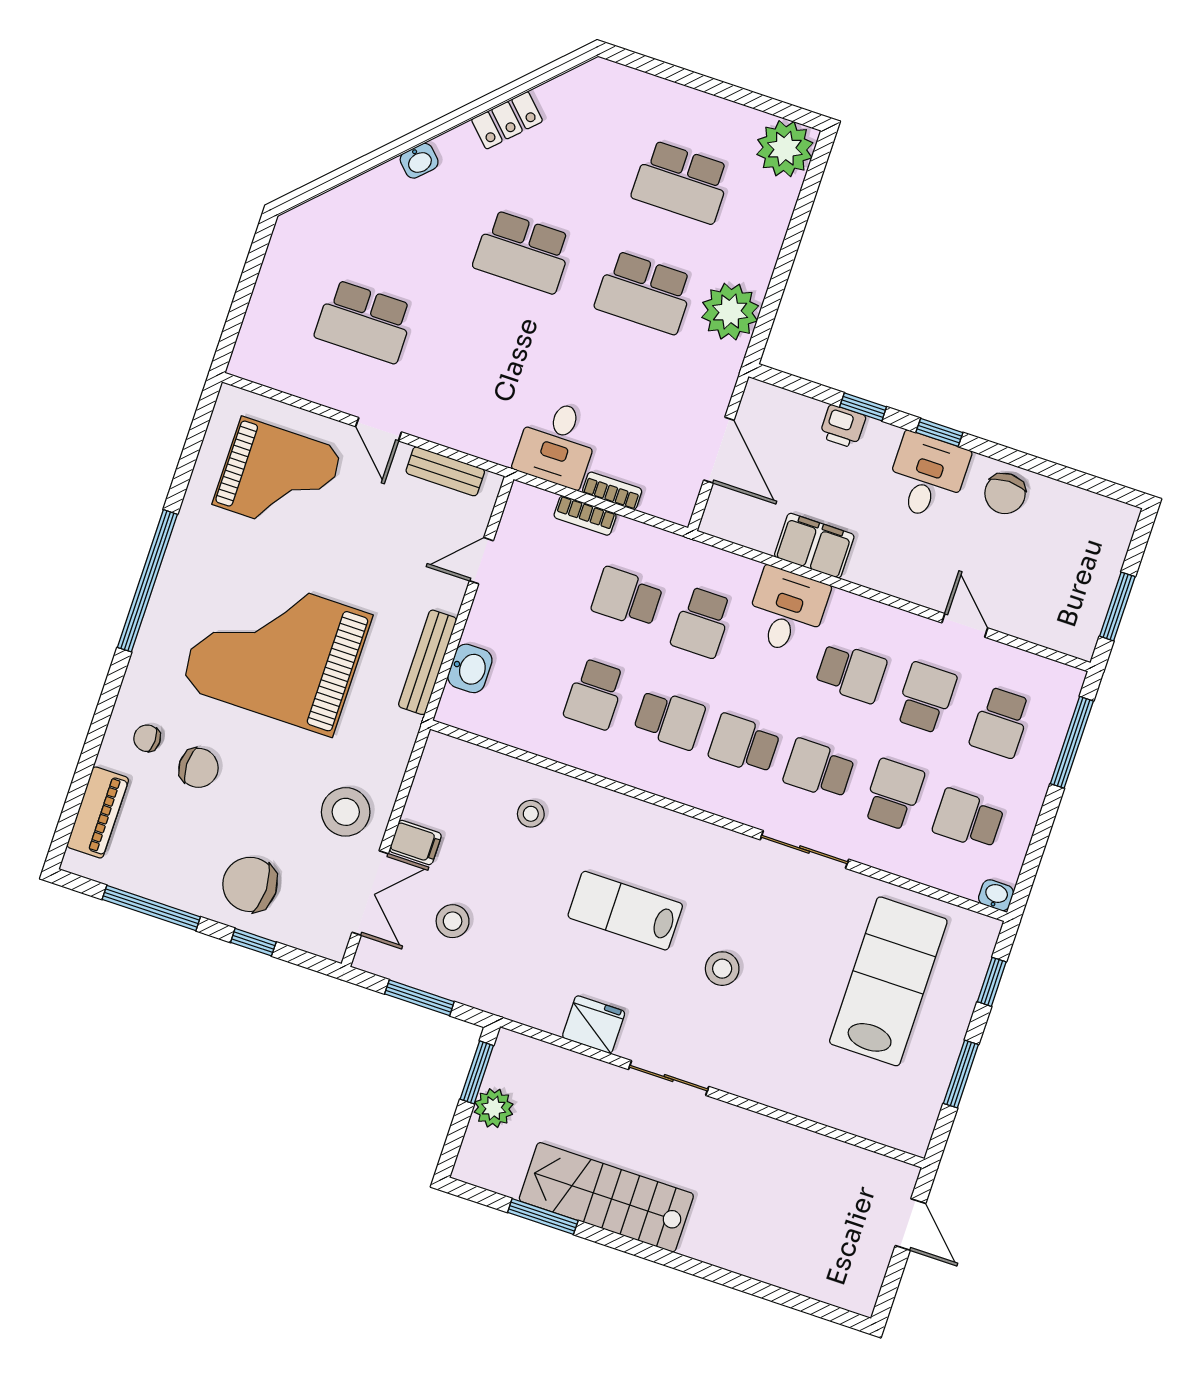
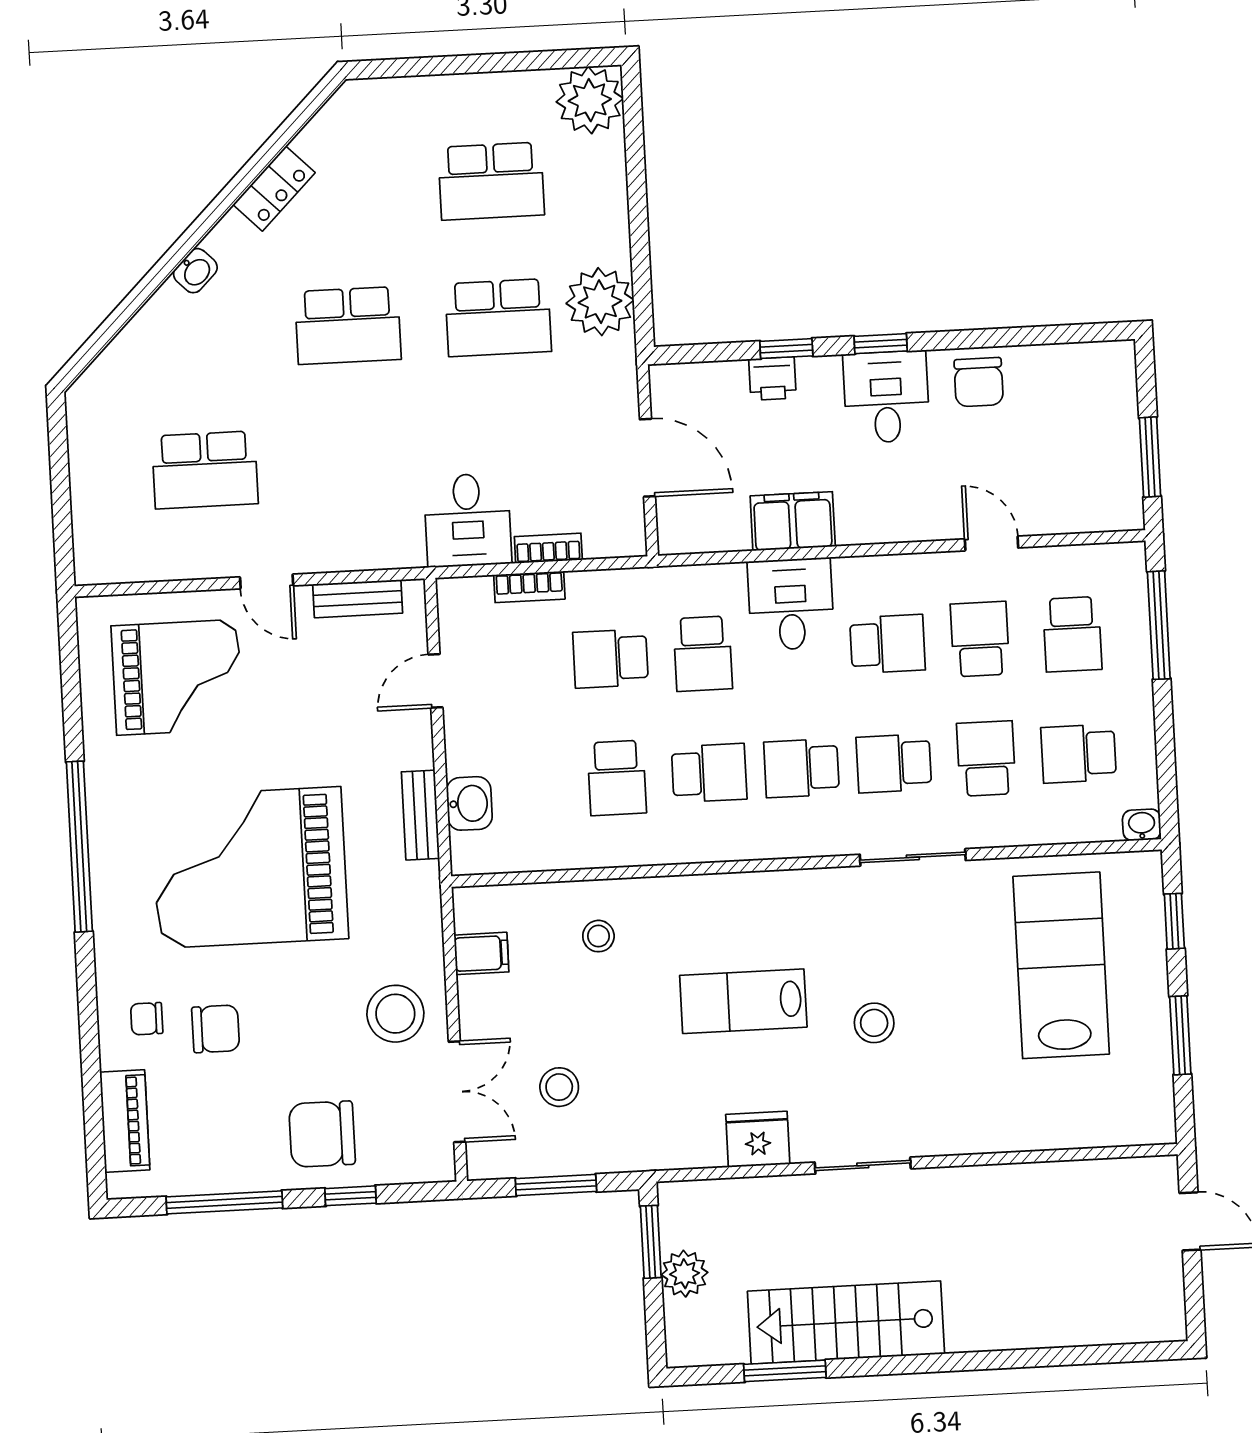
bench: (428, 662) -> (420, 815), width x0.73
filing cabinet: (415, 843) -> (481, 953), moved

